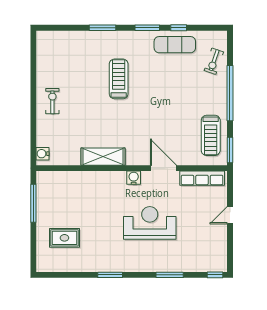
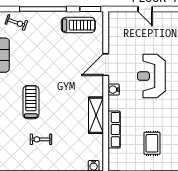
treadmill: (119, 79) -> (31, 102), turned 90
exercise bike: (52, 101) -> (41, 139), moved
row of seats: (202, 178) -> (114, 130), moved
rug: (64, 238) -> (152, 143), moved

